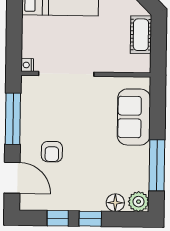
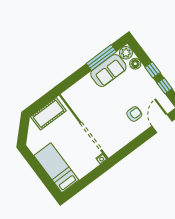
cot: (141, 35) -> (48, 114), width x1.37, depth x1.34
sofa: (134, 117) -> (108, 71), moved
window: (13, 119) -> (133, 145), removed

